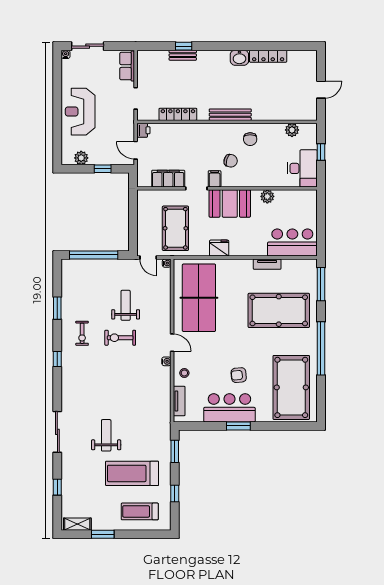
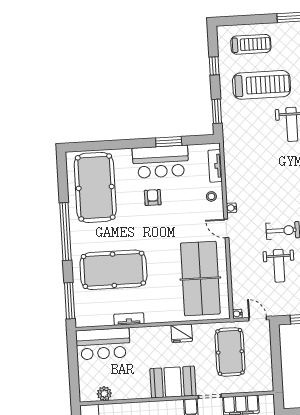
plant: (267, 196) -> (104, 394), moved
armchair: (239, 375) -> (153, 198), turned -85
window: (238, 426) -> (169, 142), moved

